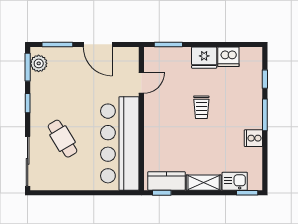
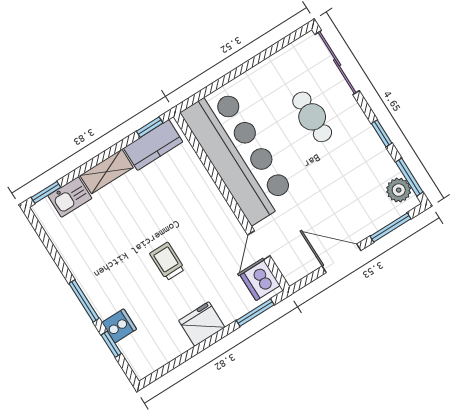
dishwasher: (228, 57) -> (260, 280), moved, turned -90
cooker: (253, 138) -> (119, 326), moved
cafe table: (62, 139) -> (312, 117), turned 31

